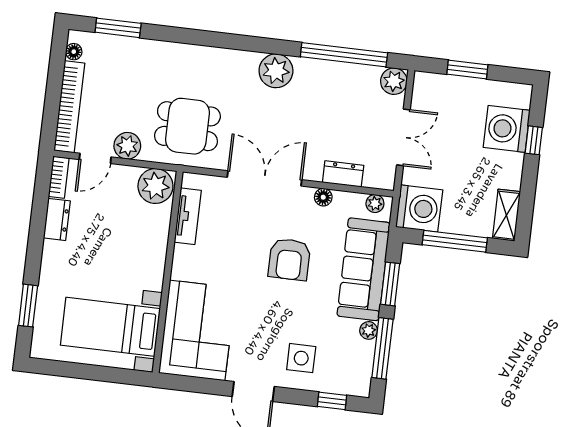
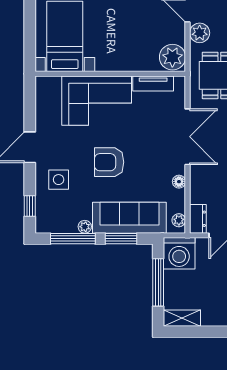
dresser: (343, 174) -> (198, 219), moved
armchair: (289, 259) -> (109, 162), moved
corner sofa: (197, 330) -> (97, 101), moved

